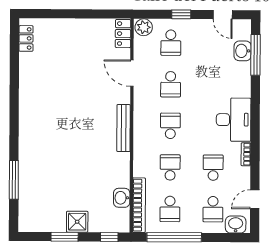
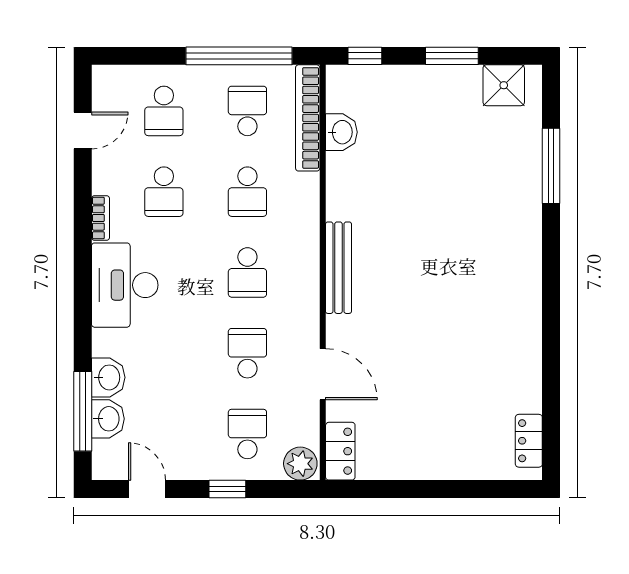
school desk: (213, 209) -> (164, 111), turned 180
shower: (77, 222) -> (504, 85), moved
washbasin: (236, 225) -> (108, 377), moved, turned -90

